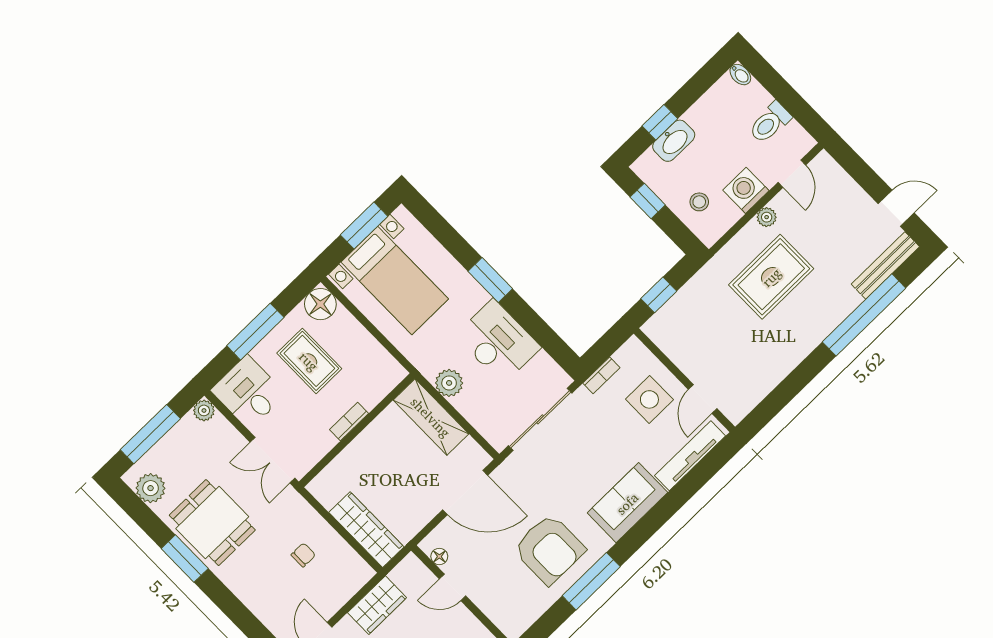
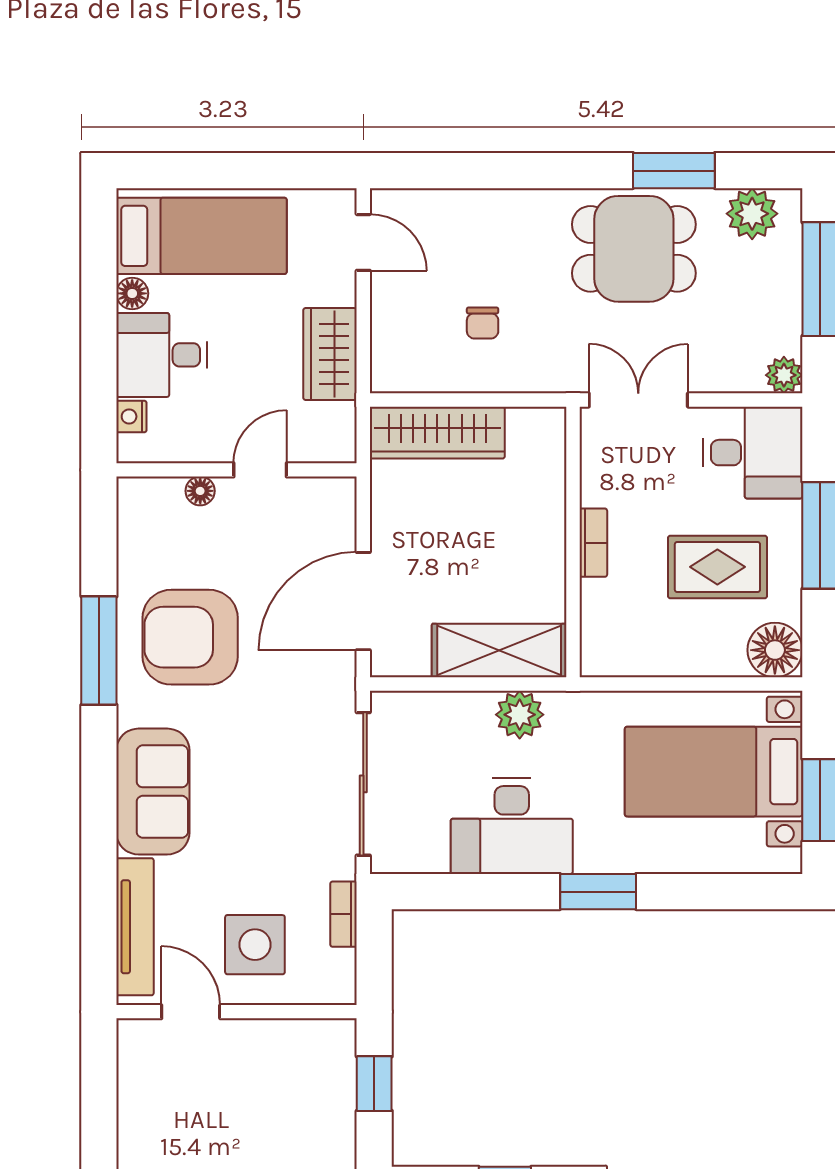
floor lamp: (439, 556) -> (200, 491), moved
window: (185, 559) -> (674, 171), moved

